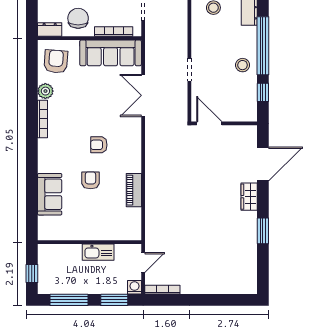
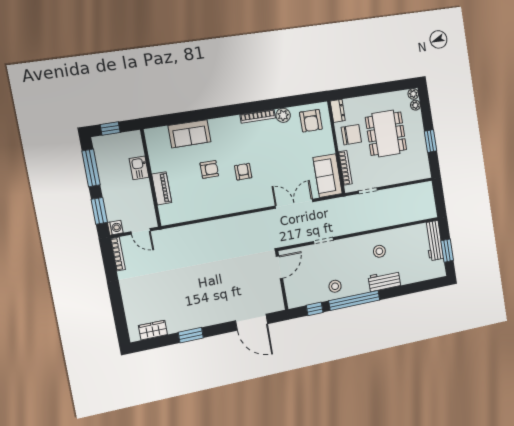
sofa: (111, 53) -> (328, 176), width x0.73
armchair: (56, 61) -> (311, 121), turned 86
piano: (134, 190) -> (162, 188), moved, turned 90
wardrobe: (249, 197) -> (153, 330), moved
kitchen sink: (98, 252) -> (139, 168), moved, width x0.73

